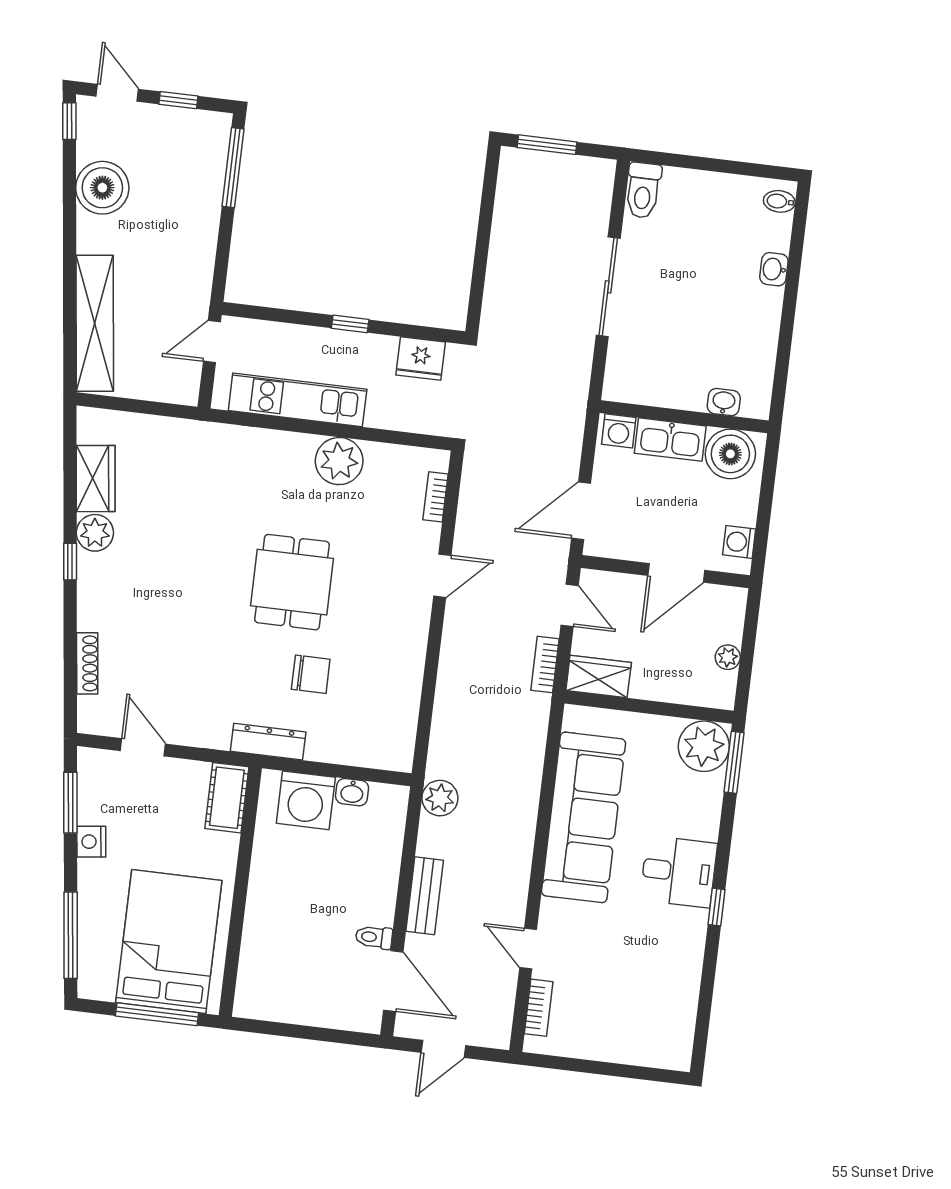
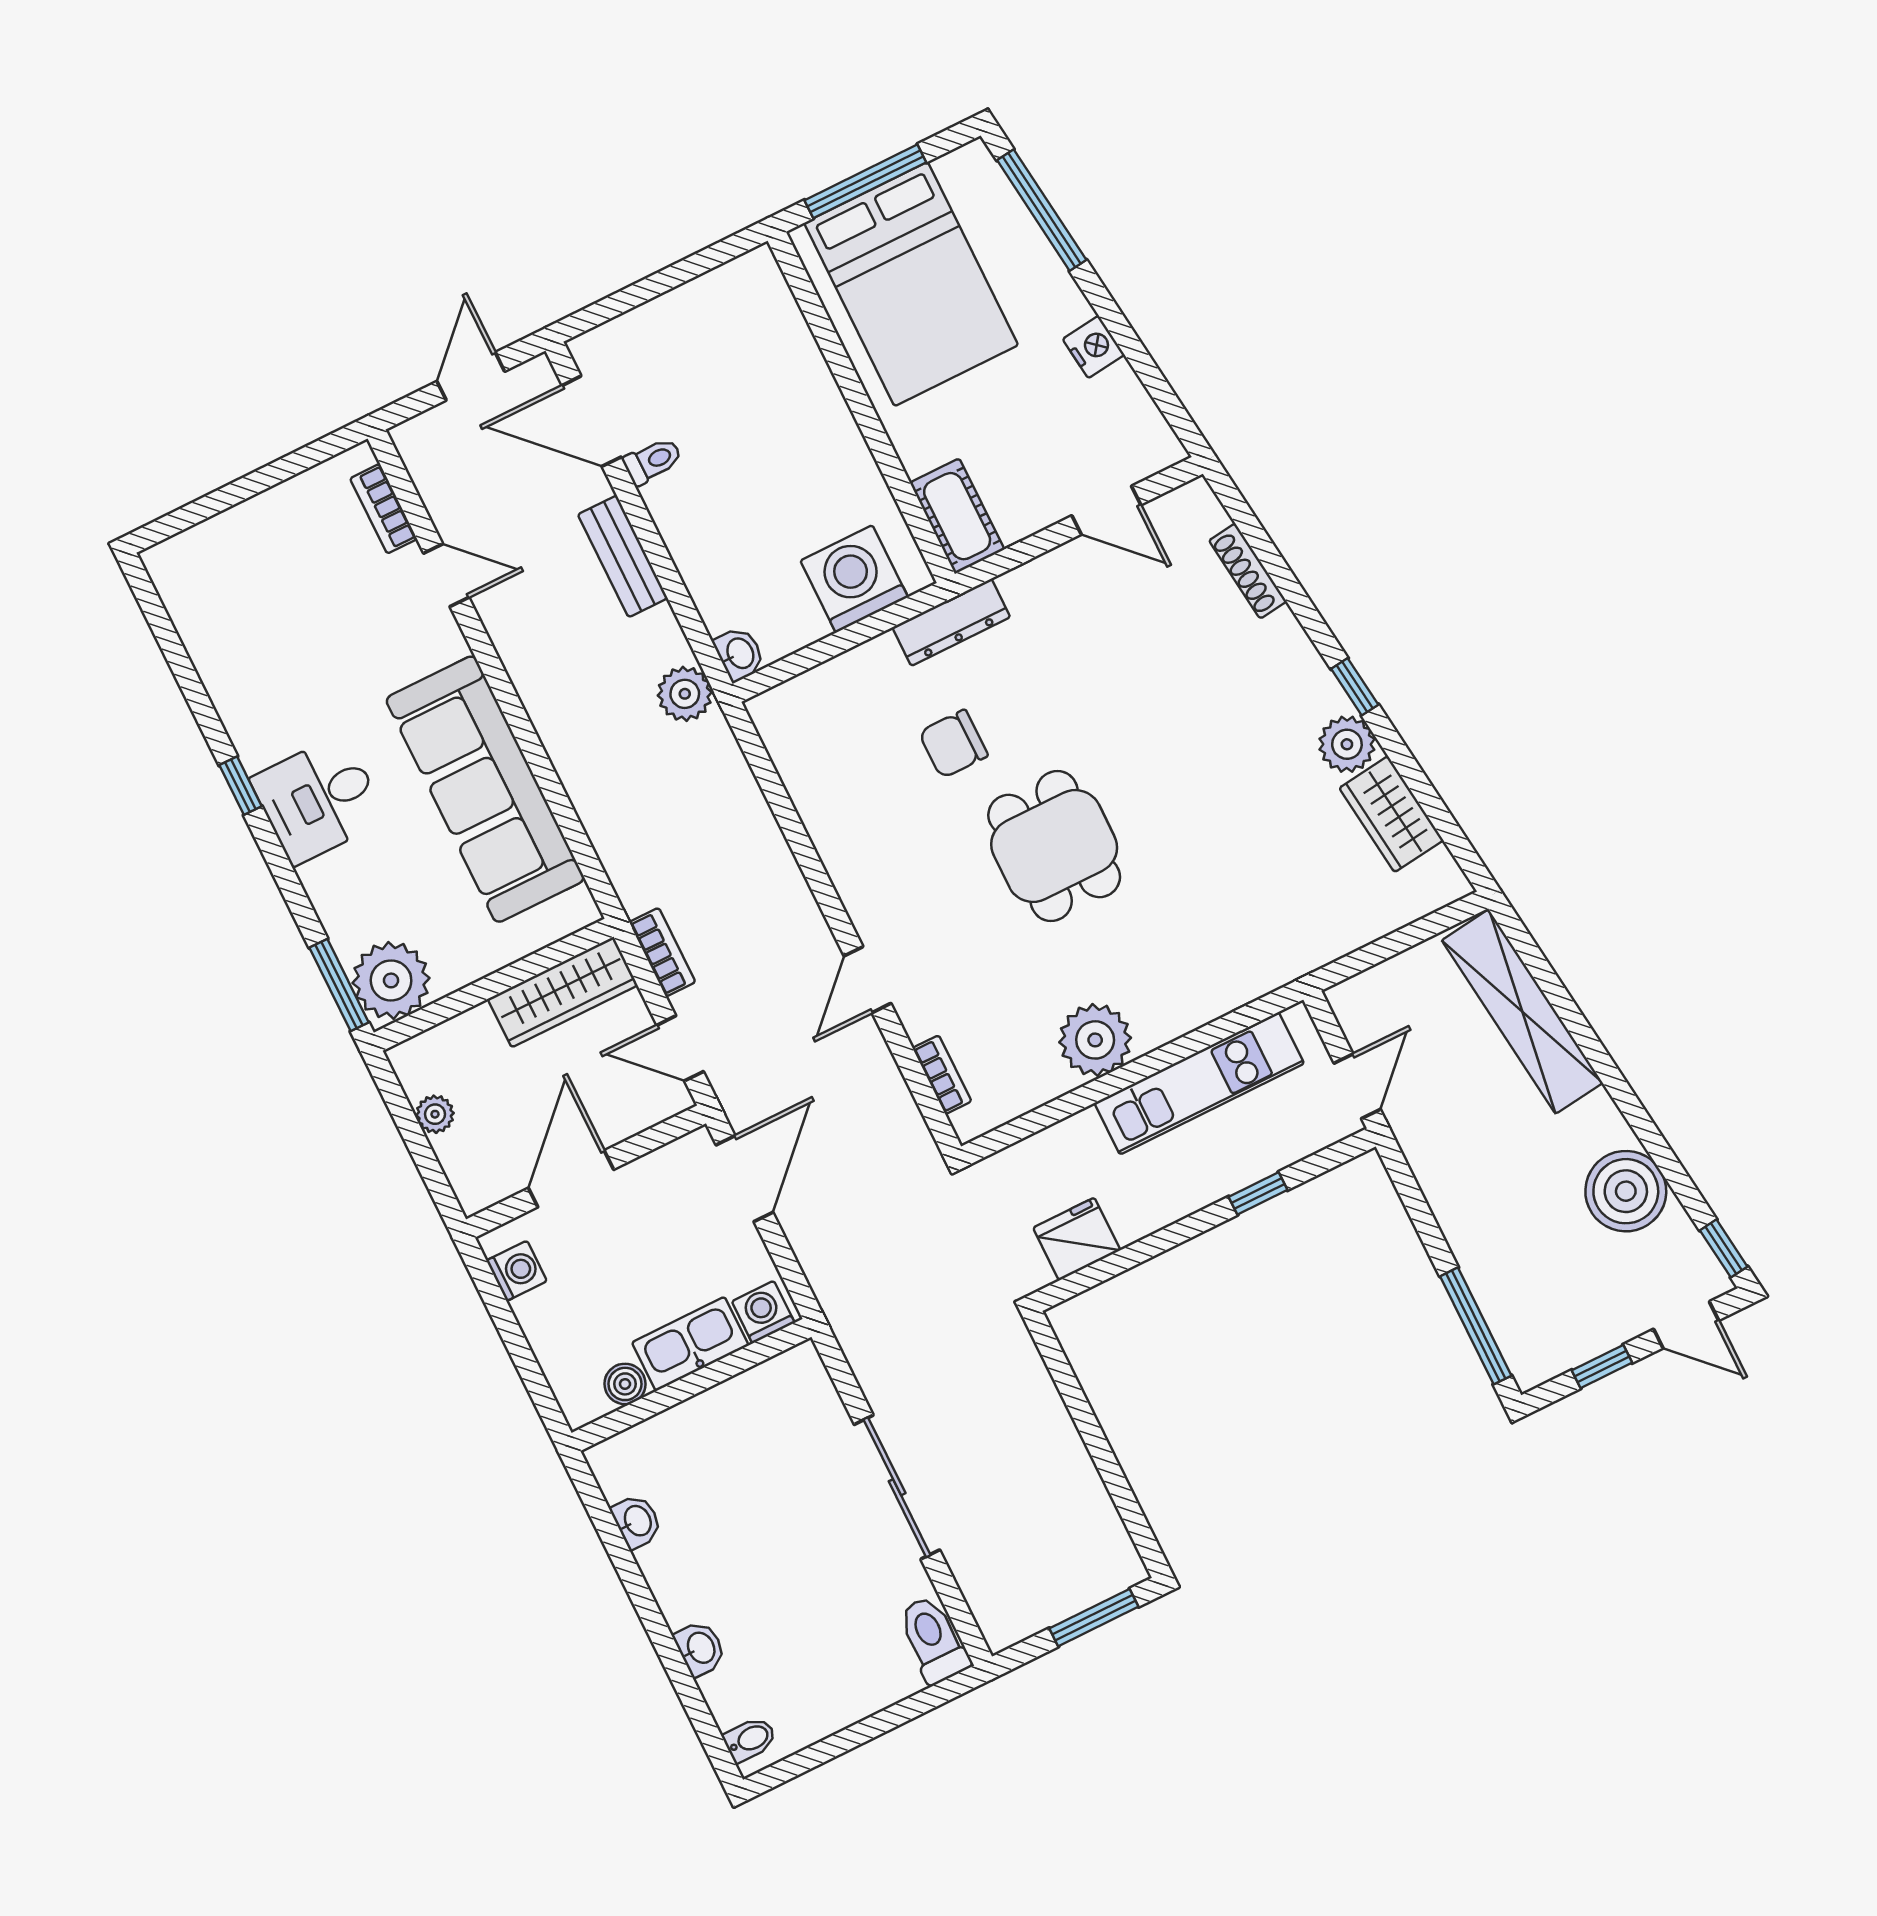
window: (350, 324) -> (1258, 1193), moved
washbasin: (724, 402) -> (637, 1521), moved, turned -90
boiler: (730, 454) -> (625, 1384), width x0.54, depth x0.54
wardrobe: (599, 676) -> (563, 992), width x1.50
washbasin: (352, 792) -> (739, 654), moved, turned 90
window: (70, 803) -> (1153, 379), removed

